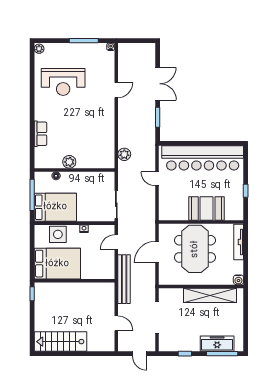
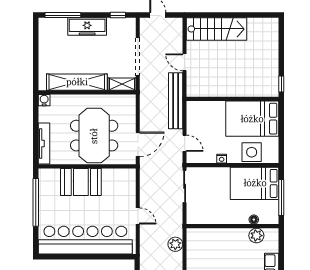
plant: (69, 162) -> (256, 236), moved
window: (246, 191) -> (36, 202), width x3.17
door: (116, 242) -> (185, 143), hinge flipped
door: (157, 252) -> (138, 144), moved
shelving: (171, 294) -> (122, 84), added
door: (116, 323) -> (185, 62), moved
stairs: (60, 342) -> (217, 29), moved
freezer: (217, 344) -> (87, 27), moved
window: (185, 354) -> (118, 15), moved

